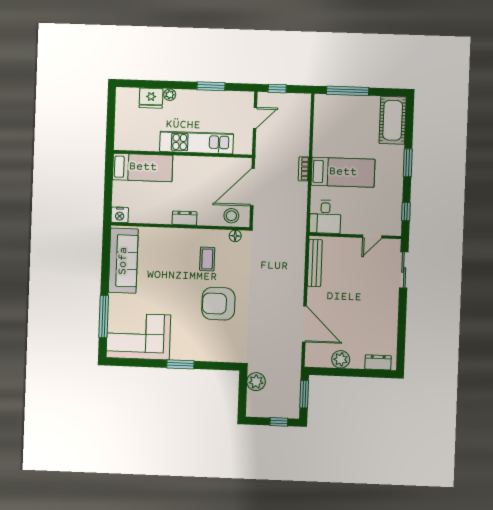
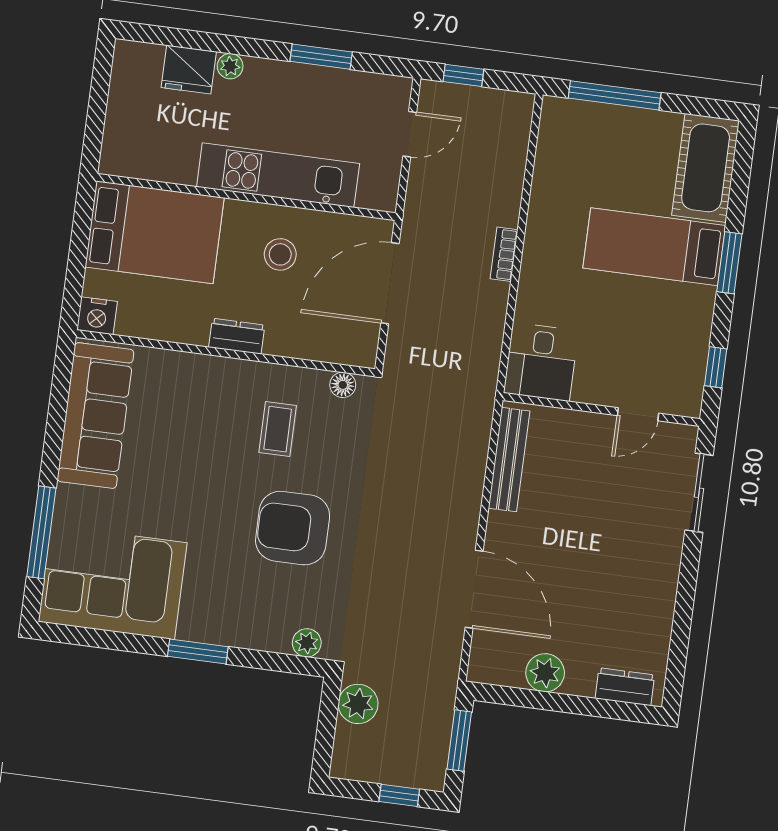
bed: (143, 167) -> (155, 232), width x1.50
bed: (343, 172) -> (654, 247), moved, turned 180
stool: (231, 216) -> (280, 254), moved
plant: (230, 356) -> (307, 643), added

